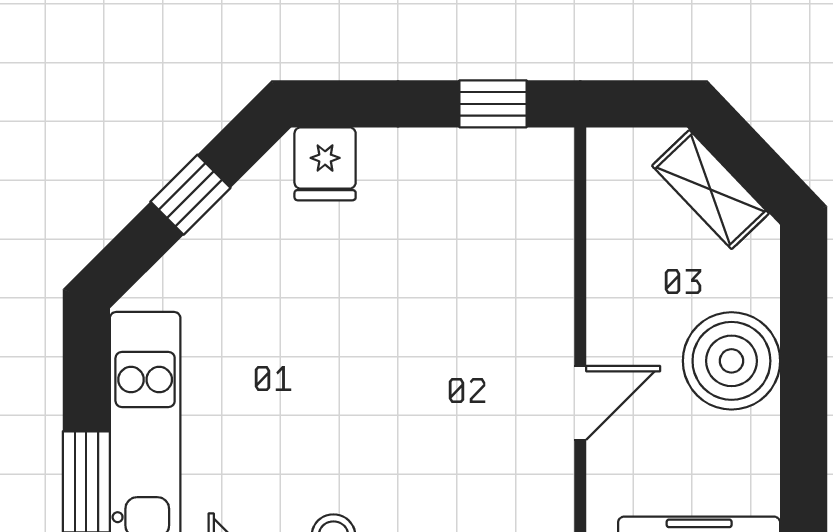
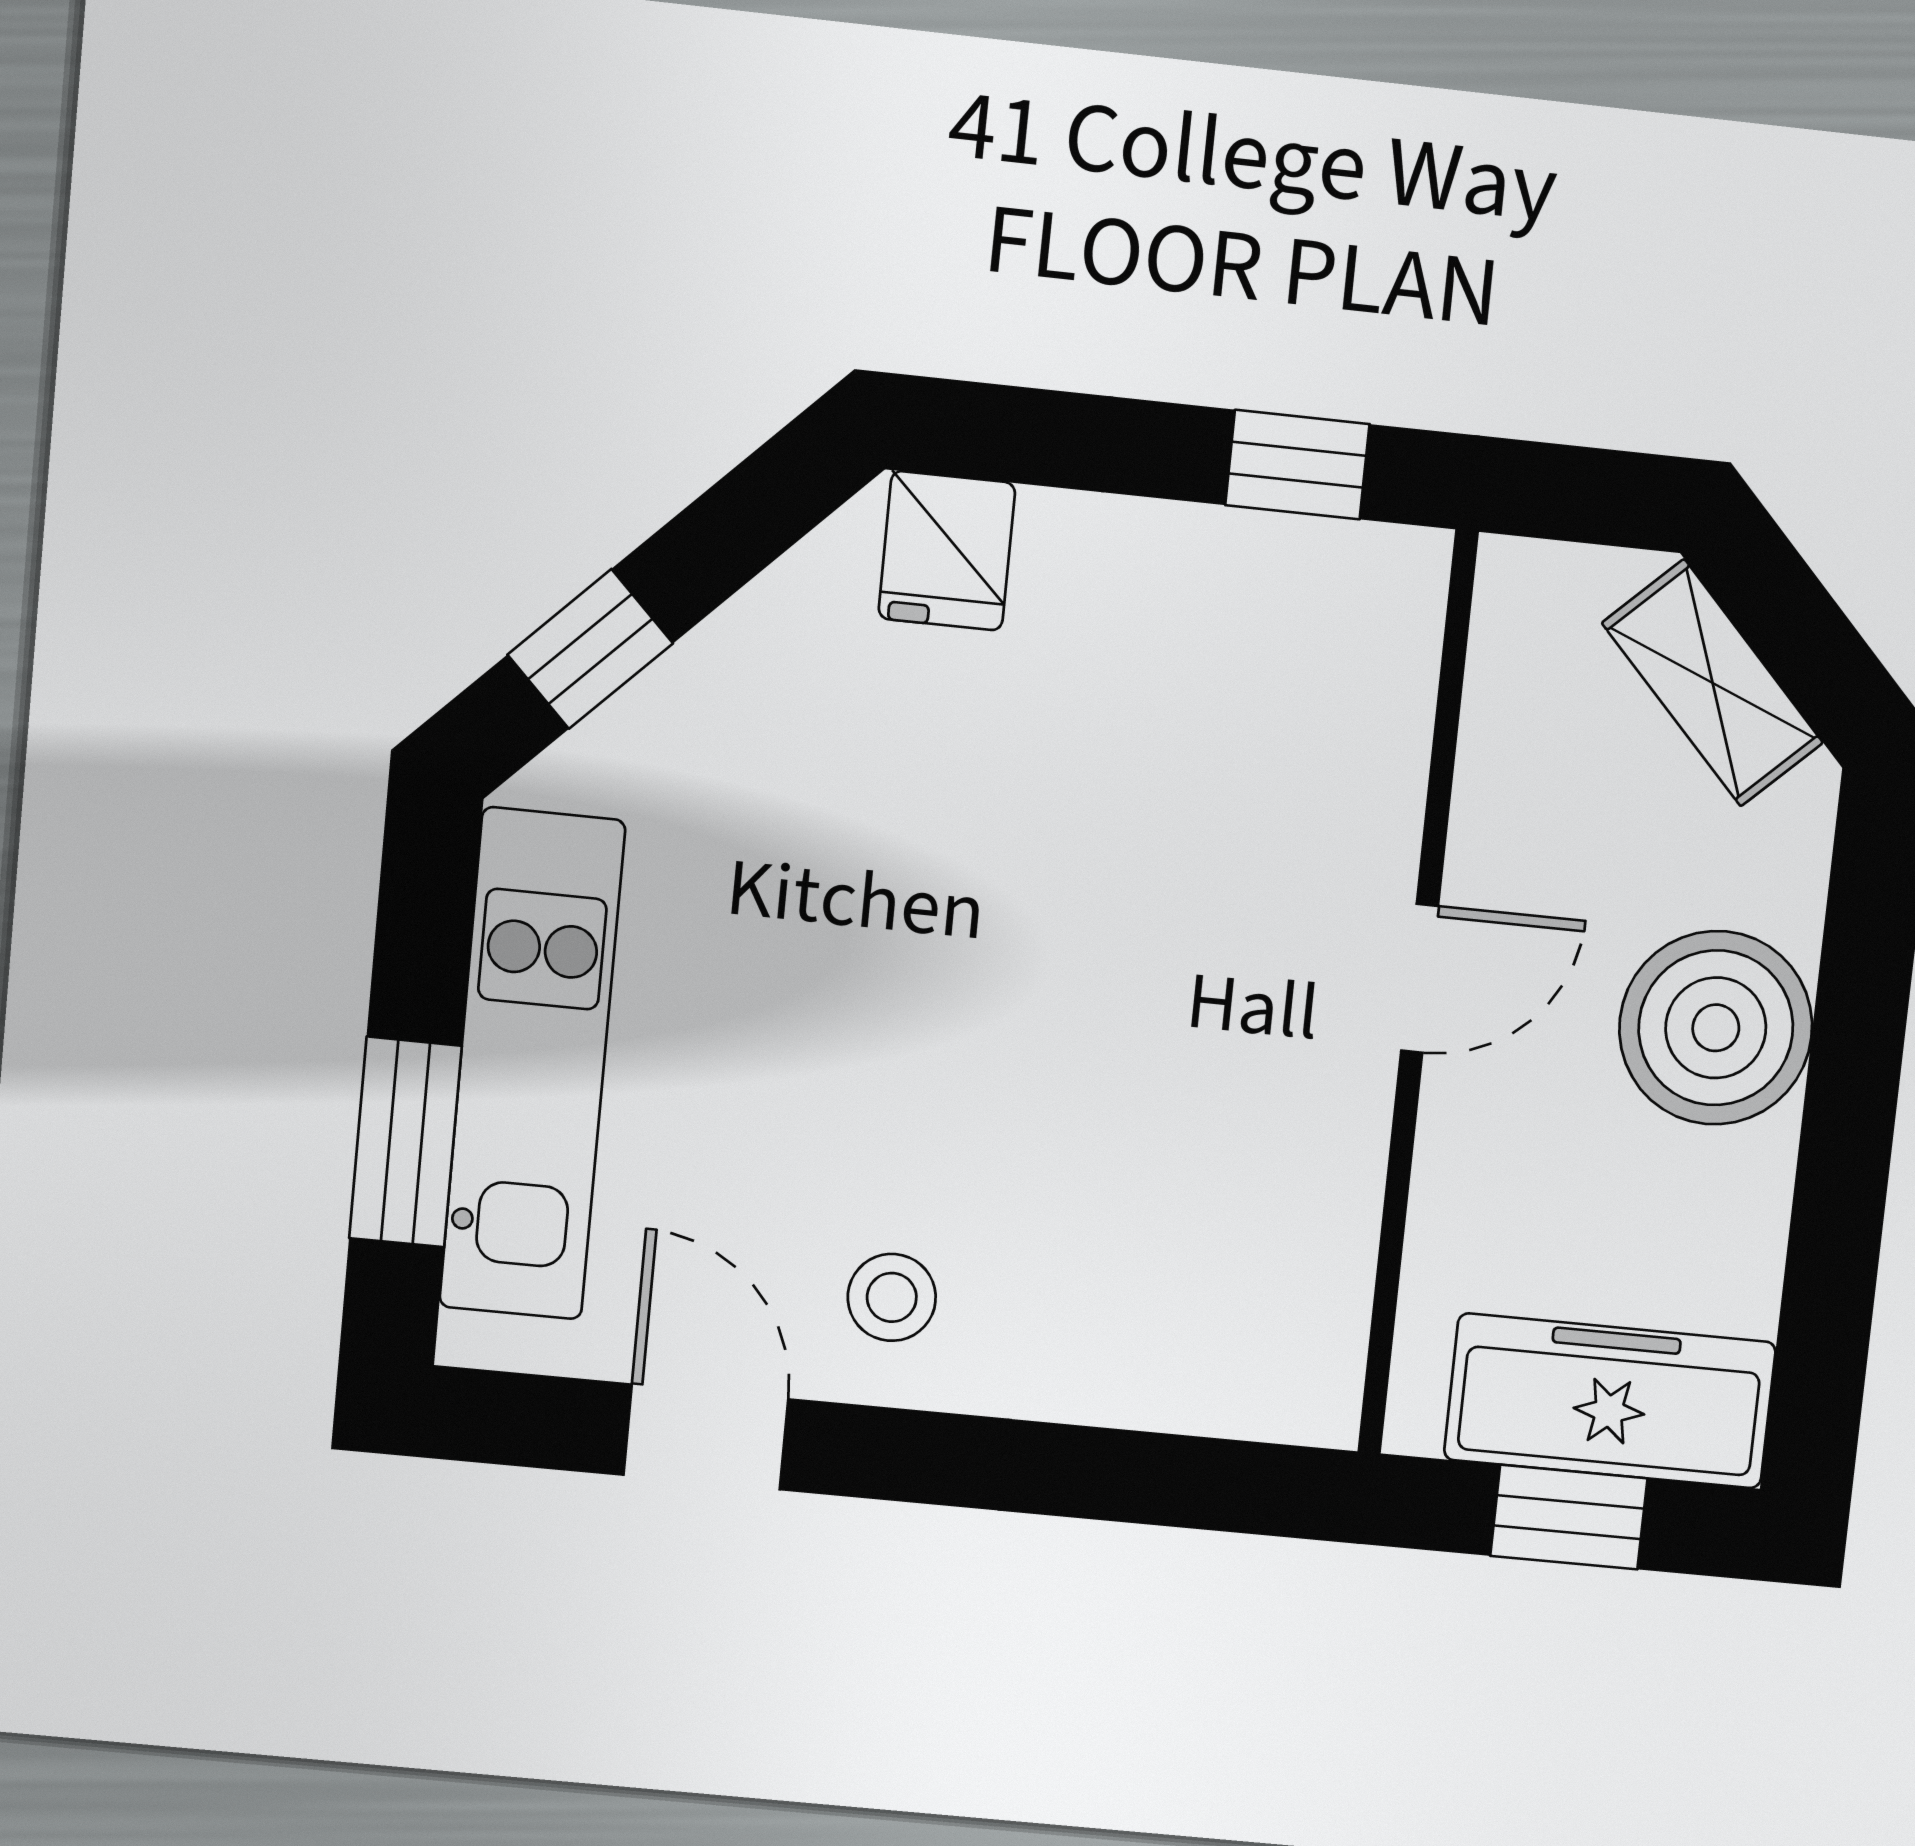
window: (190, 195) -> (590, 649), moved
door: (580, 403) -> (1420, 978), moved

